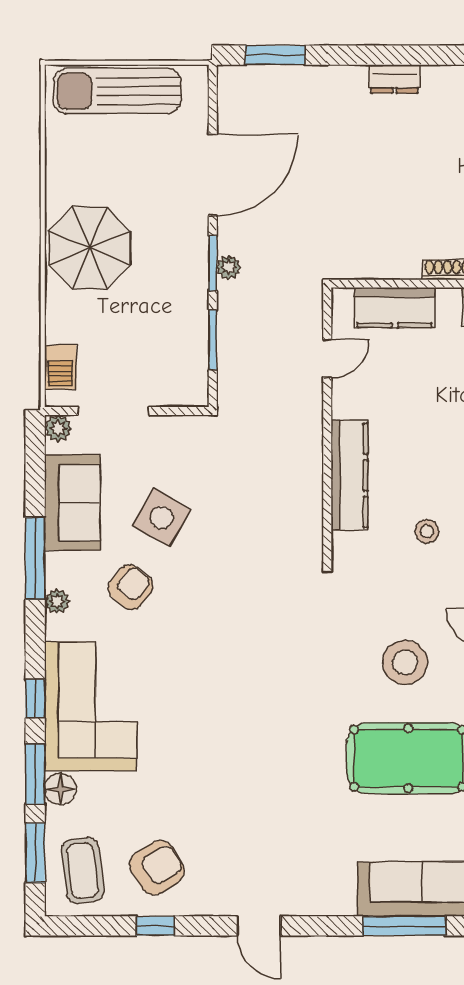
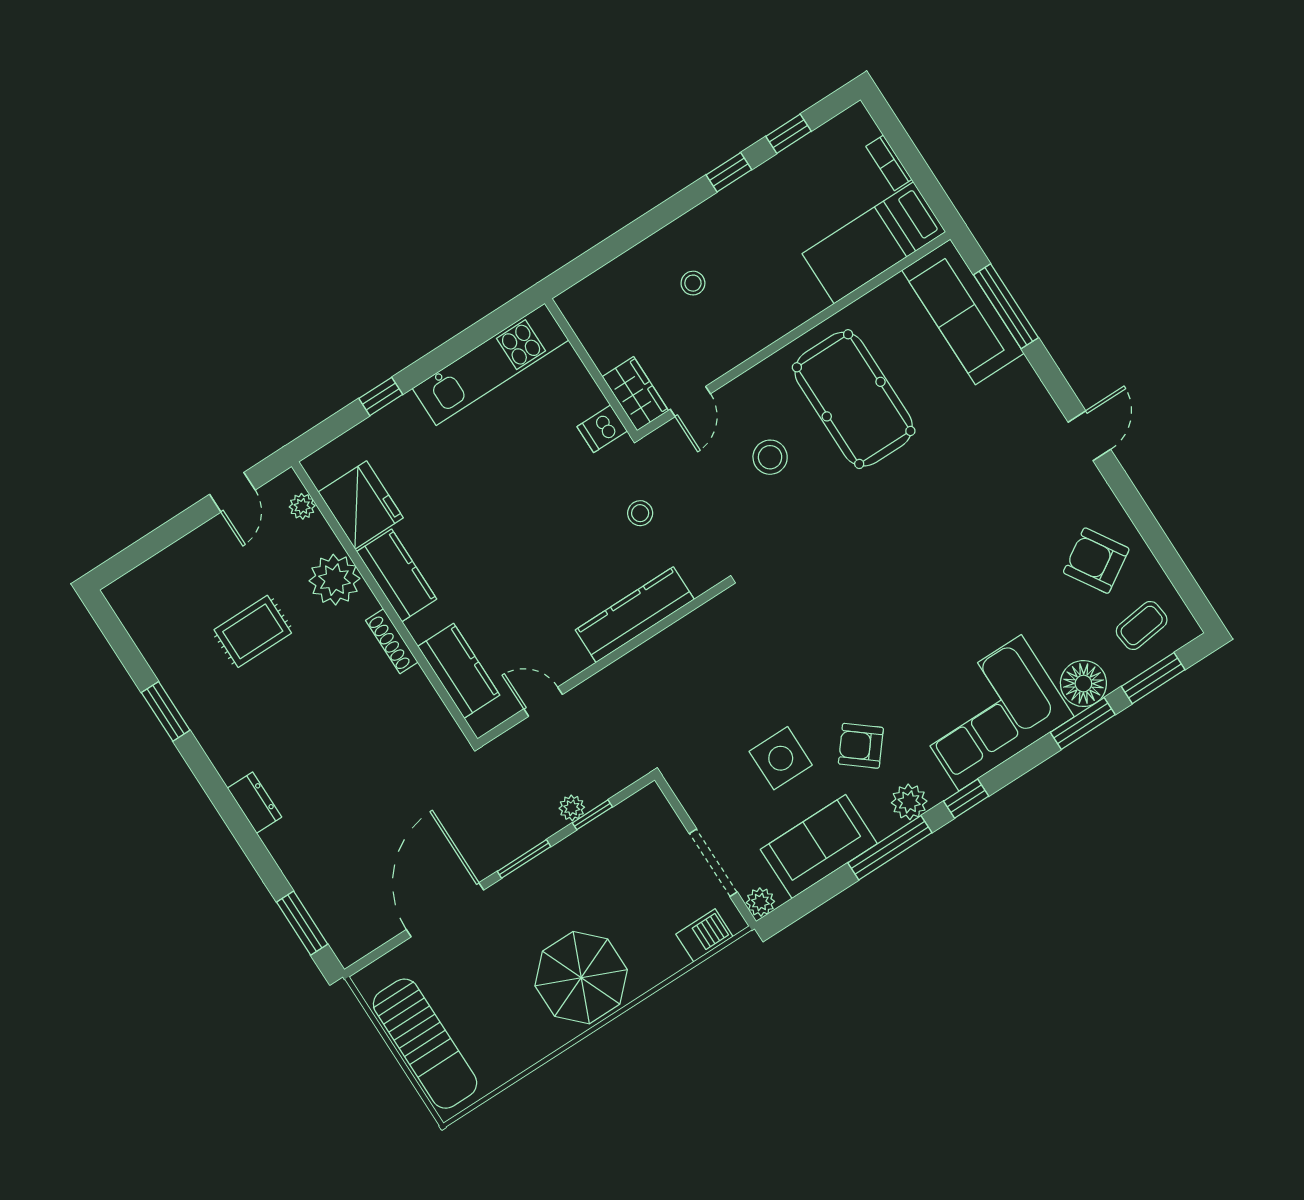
door: (213, 175) -> (445, 910), hinge flipped
plant: (229, 267) -> (572, 808), moved
window: (213, 340) -> (592, 815), width x0.67
side table: (162, 518) -> (781, 758), turned -30
plant: (57, 601) -> (909, 802), width x1.38, depth x1.38
stool: (405, 663) -> (770, 457), width x0.73, depth x0.73
window: (35, 699) -> (966, 799), moved
floor lamp: (60, 789) -> (1083, 684), width x1.38, depth x1.38
coffee table: (83, 871) -> (1142, 625), width x0.73, depth x0.77
window: (155, 926) -> (1149, 529), removed

